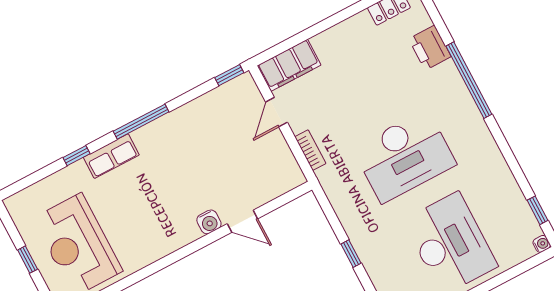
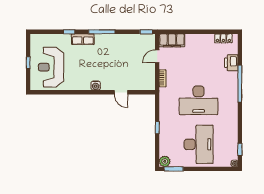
water cooler: (209, 222) -> (96, 86), moved

